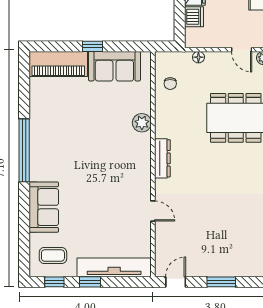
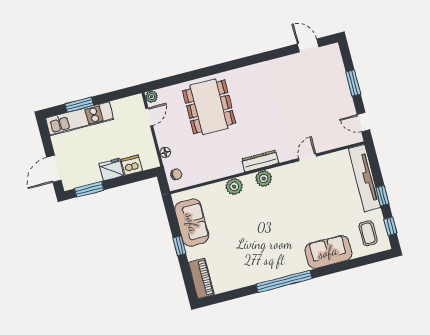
piano: (58, 64) -> (201, 279), width x0.73, depth x0.75
chair: (170, 84) -> (176, 174), moved
plant: (142, 157) -> (264, 179), added

